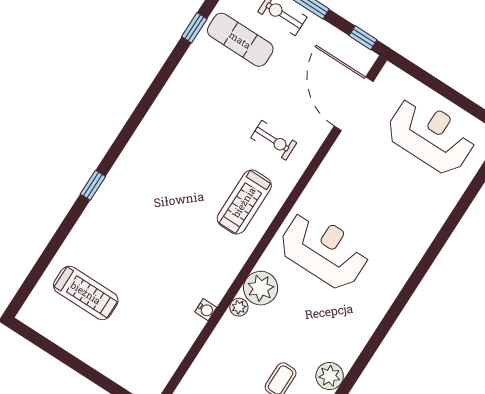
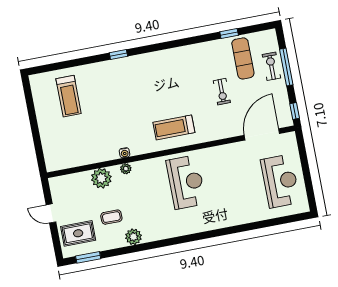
exercise bike: (274, 140) -> (222, 92), moved
plant: (261, 288) -> (101, 178), moved
water cooler: (206, 310) -> (125, 153), moved

